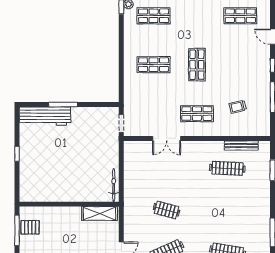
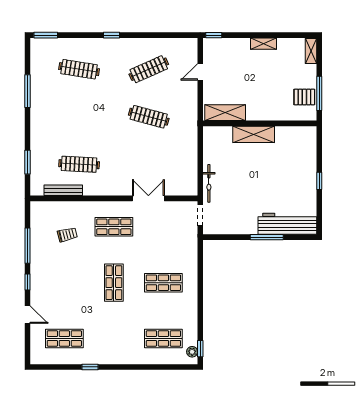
bicycle: (114, 185) -> (209, 183), moved
shelving: (74, 194) -> (254, 134), added
clothes rail: (166, 210) -> (149, 117), width x1.36

